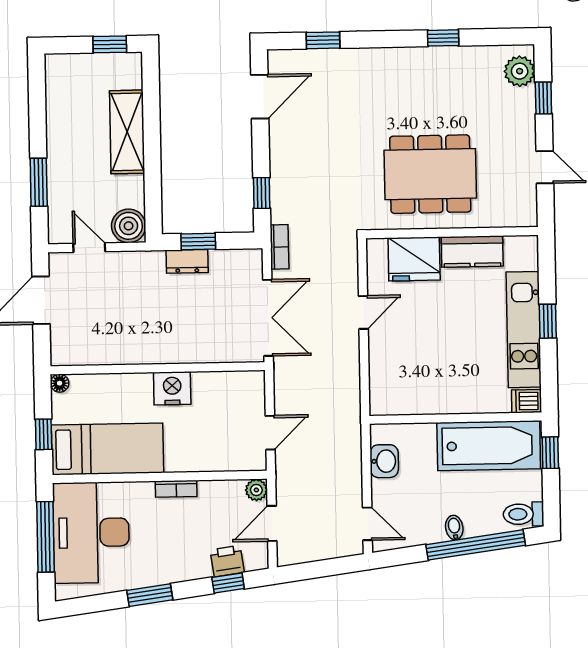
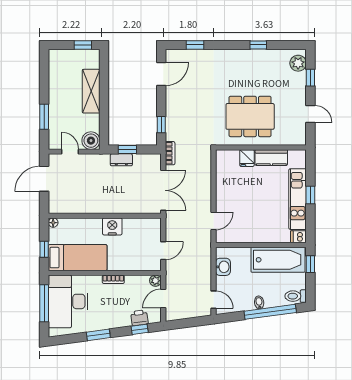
fridge: (414, 259) -> (247, 158), width x0.53, depth x0.75
door: (363, 312) -> (213, 221), moved

